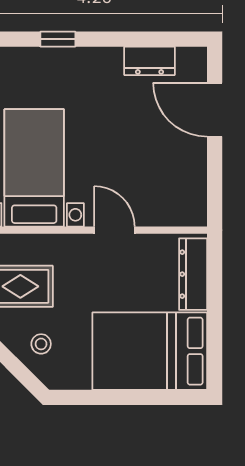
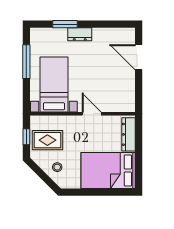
window: (58, 39) -> (65, 24), width x1.50
dresser: (150, 61) -> (80, 34), moved

